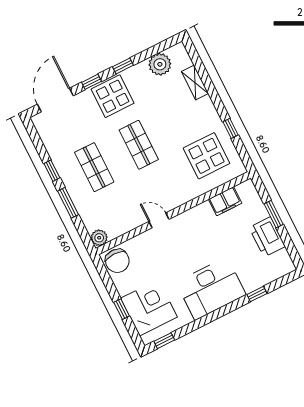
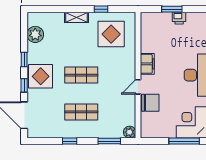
shelving: (195, 83) -> (76, 17), moved
filing cabinet: (225, 201) -> (147, 64), moved
window: (68, 203) -> (109, 141), moved
printer: (267, 237) -> (179, 18), width x0.53, depth x0.68
chair: (117, 261) -> (150, 103), moved
window: (122, 309) -> (184, 141), width x2.17

